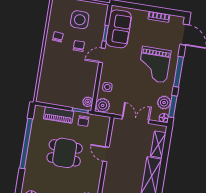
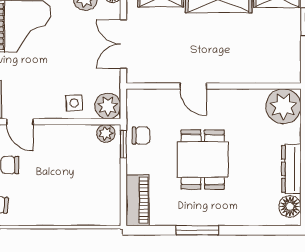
piano: (59, 115) -> (138, 200), moved
window: (26, 144) -> (197, 230), width x0.47
door: (106, 154) -> (193, 86), hinge flipped

